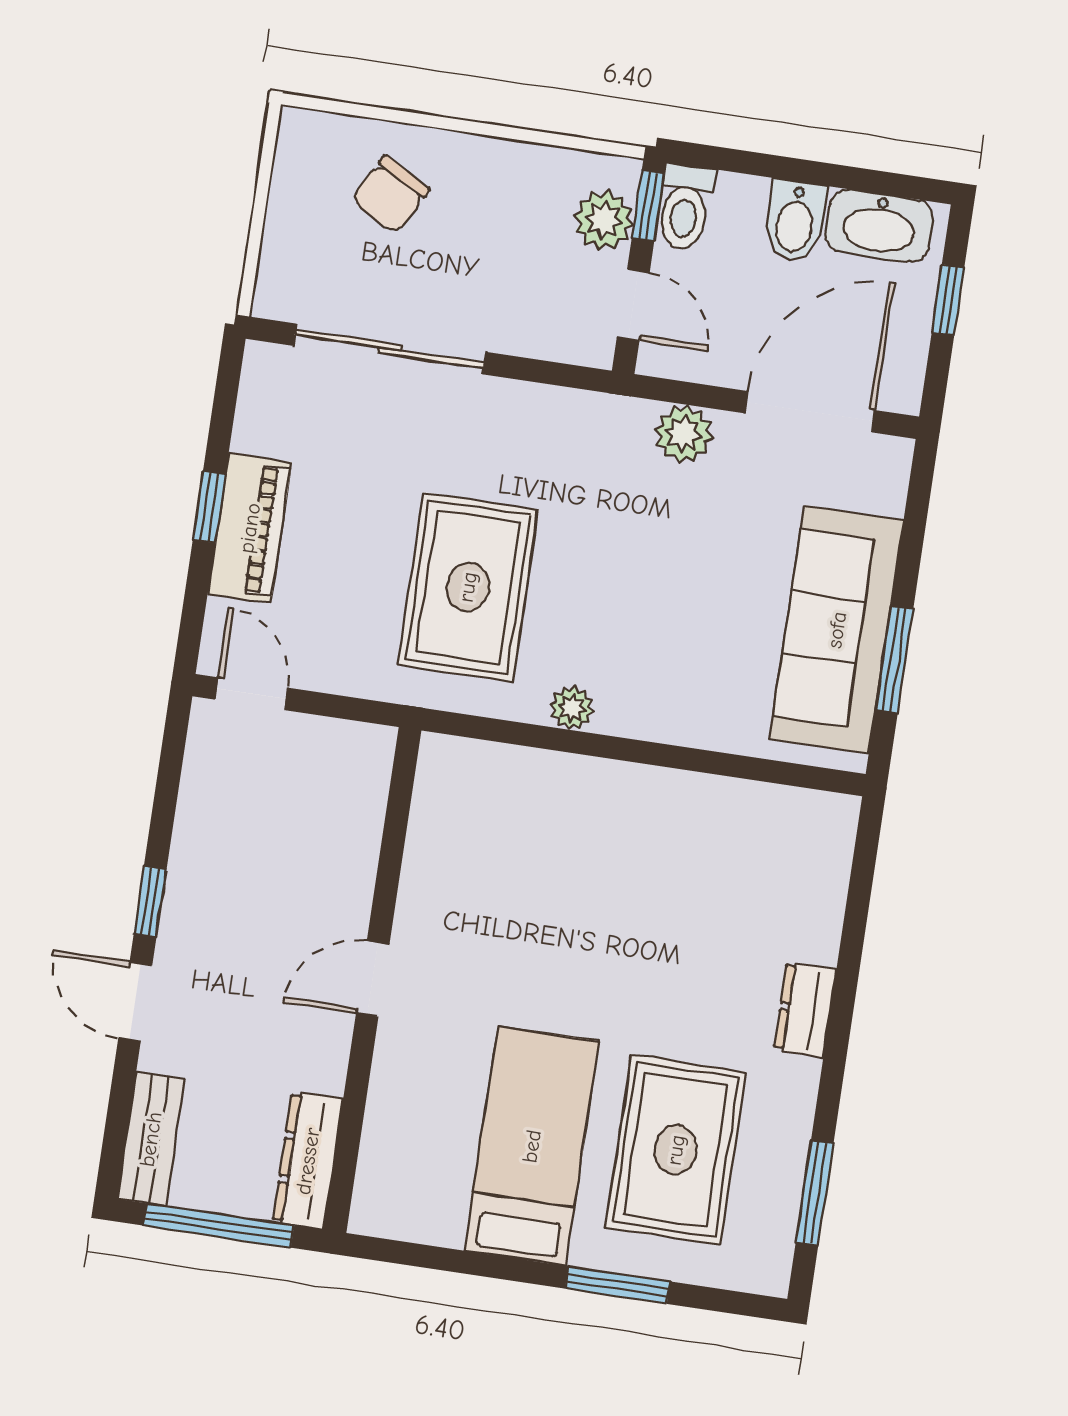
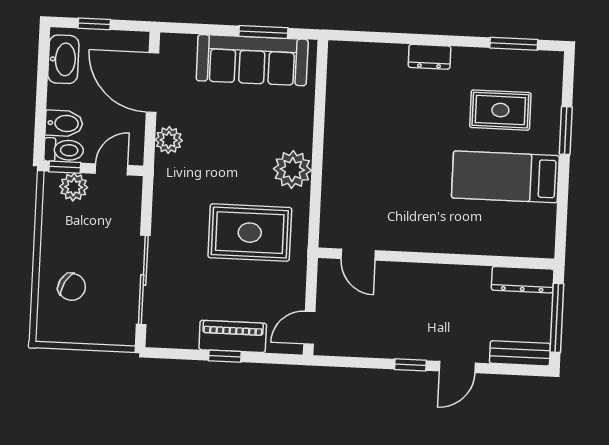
bidet: (795, 221) -> (64, 123), moved
plant: (572, 708) -> (292, 170), width x1.88, depth x1.88
door: (373, 979) -> (358, 255), moved
rug: (676, 1150) -> (500, 110), width x0.73, depth x0.70

